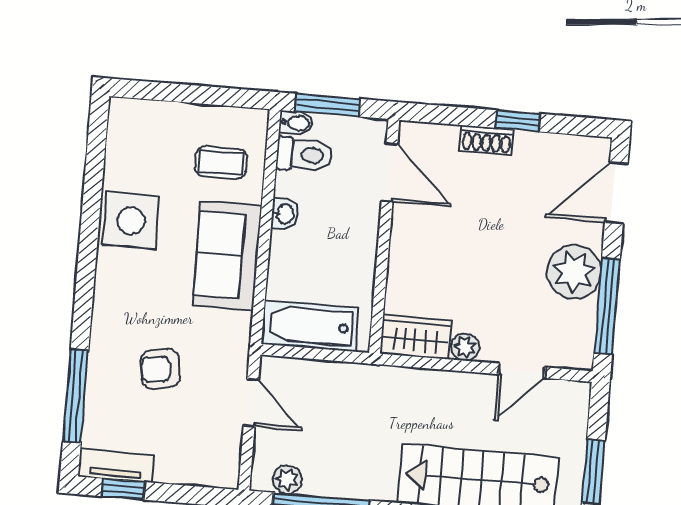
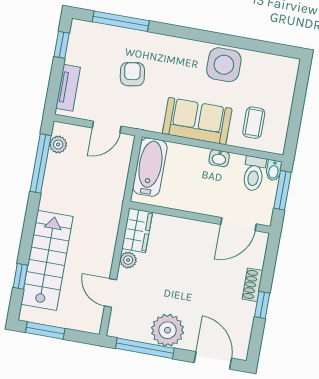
tv unit: (116, 466) -> (68, 88), moved

